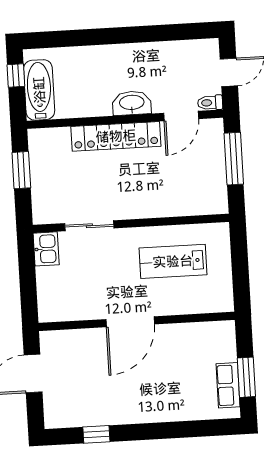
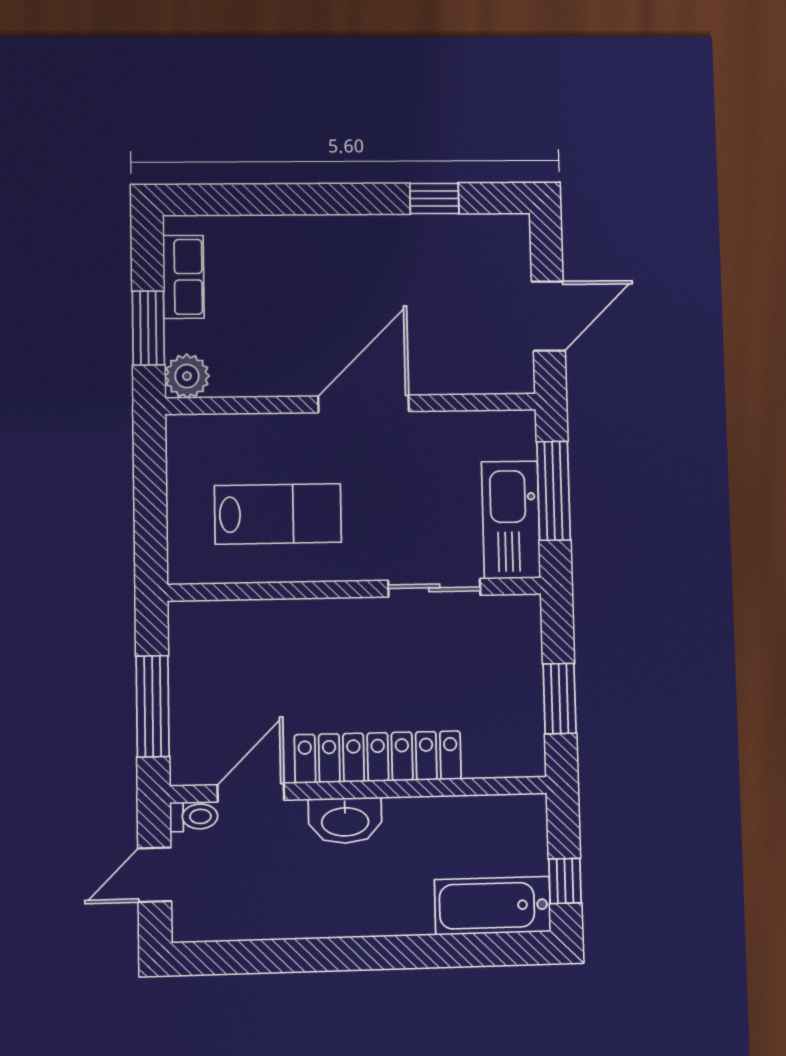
bathtub: (39, 90) -> (493, 906), moved, turned 90
kitchen sink: (46, 249) -> (511, 520), width x1.88, depth x1.24
window: (28, 280) -> (553, 491), added
plant: (224, 332) -> (187, 376), added
window: (246, 377) -> (148, 328), moved

